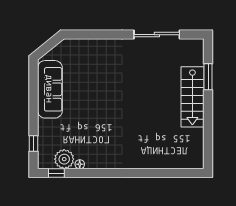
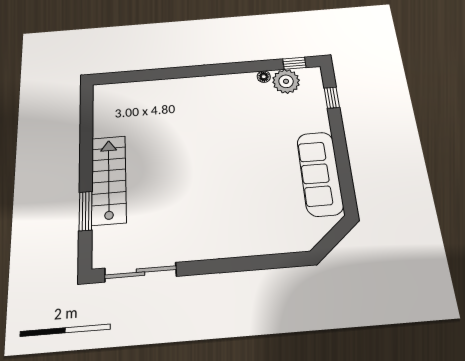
sliding door: (157, 35) -> (140, 272), moved

